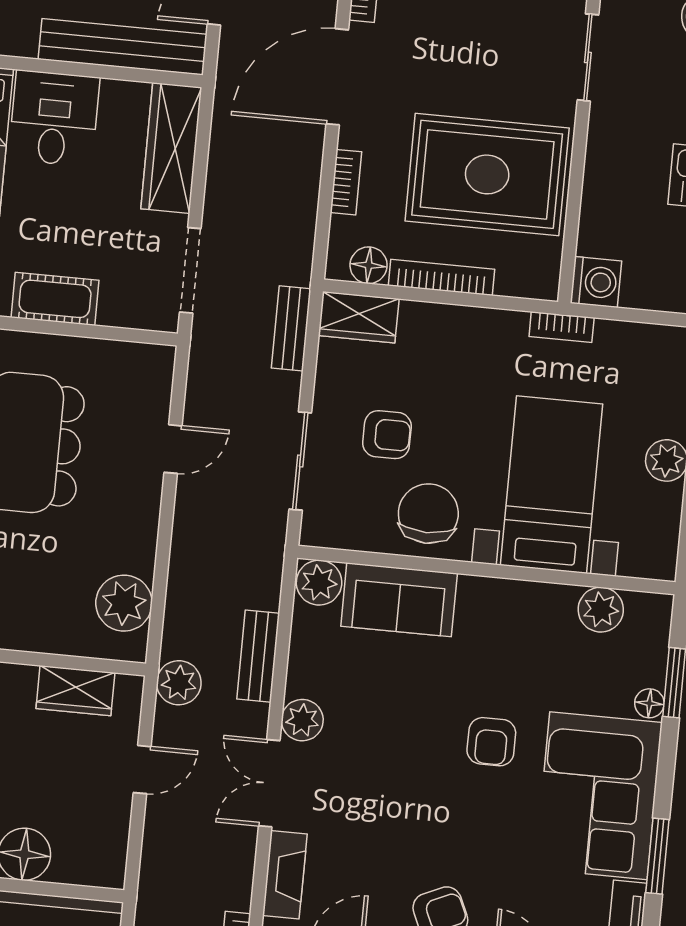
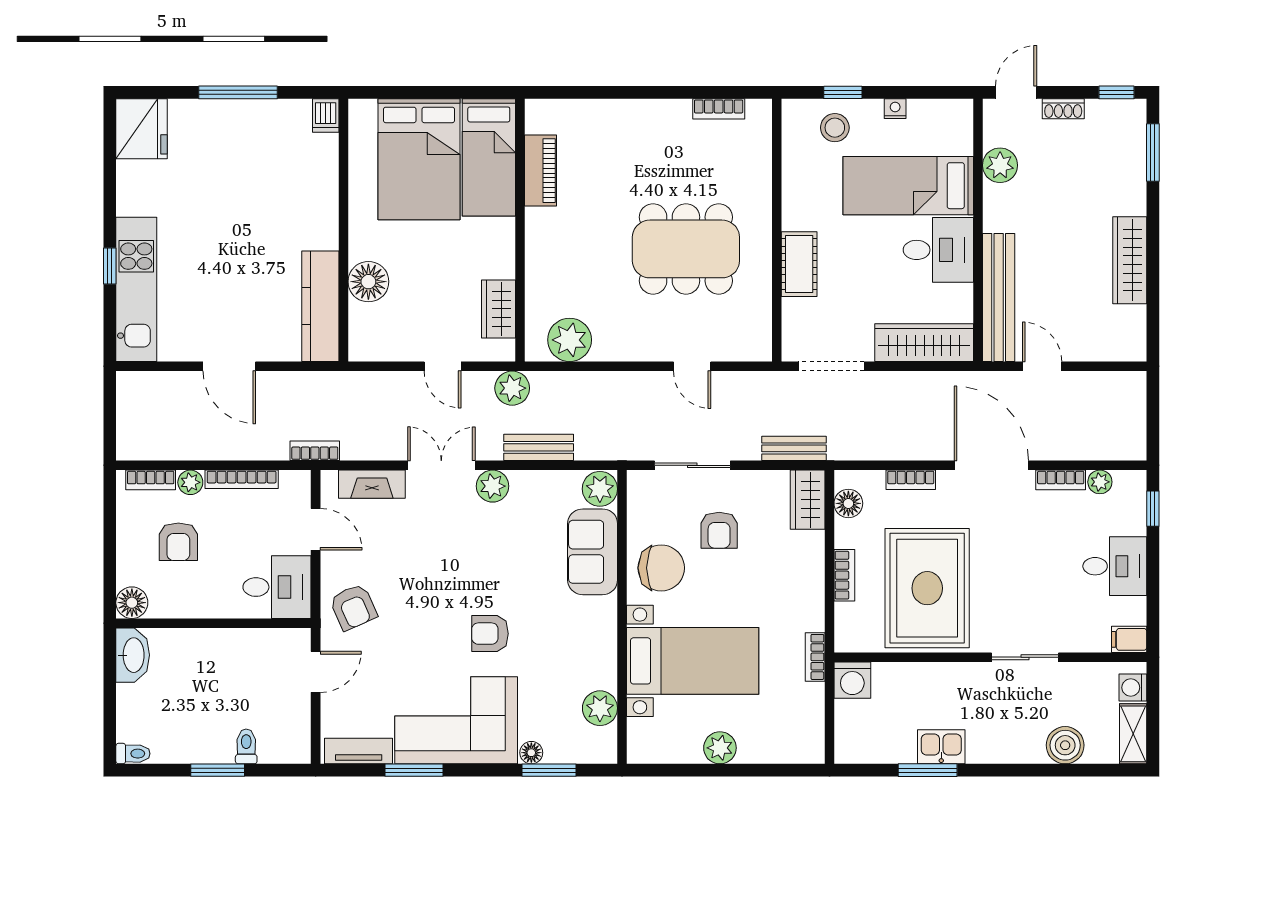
bookcase: (441, 277) -> (844, 575), width x0.64

